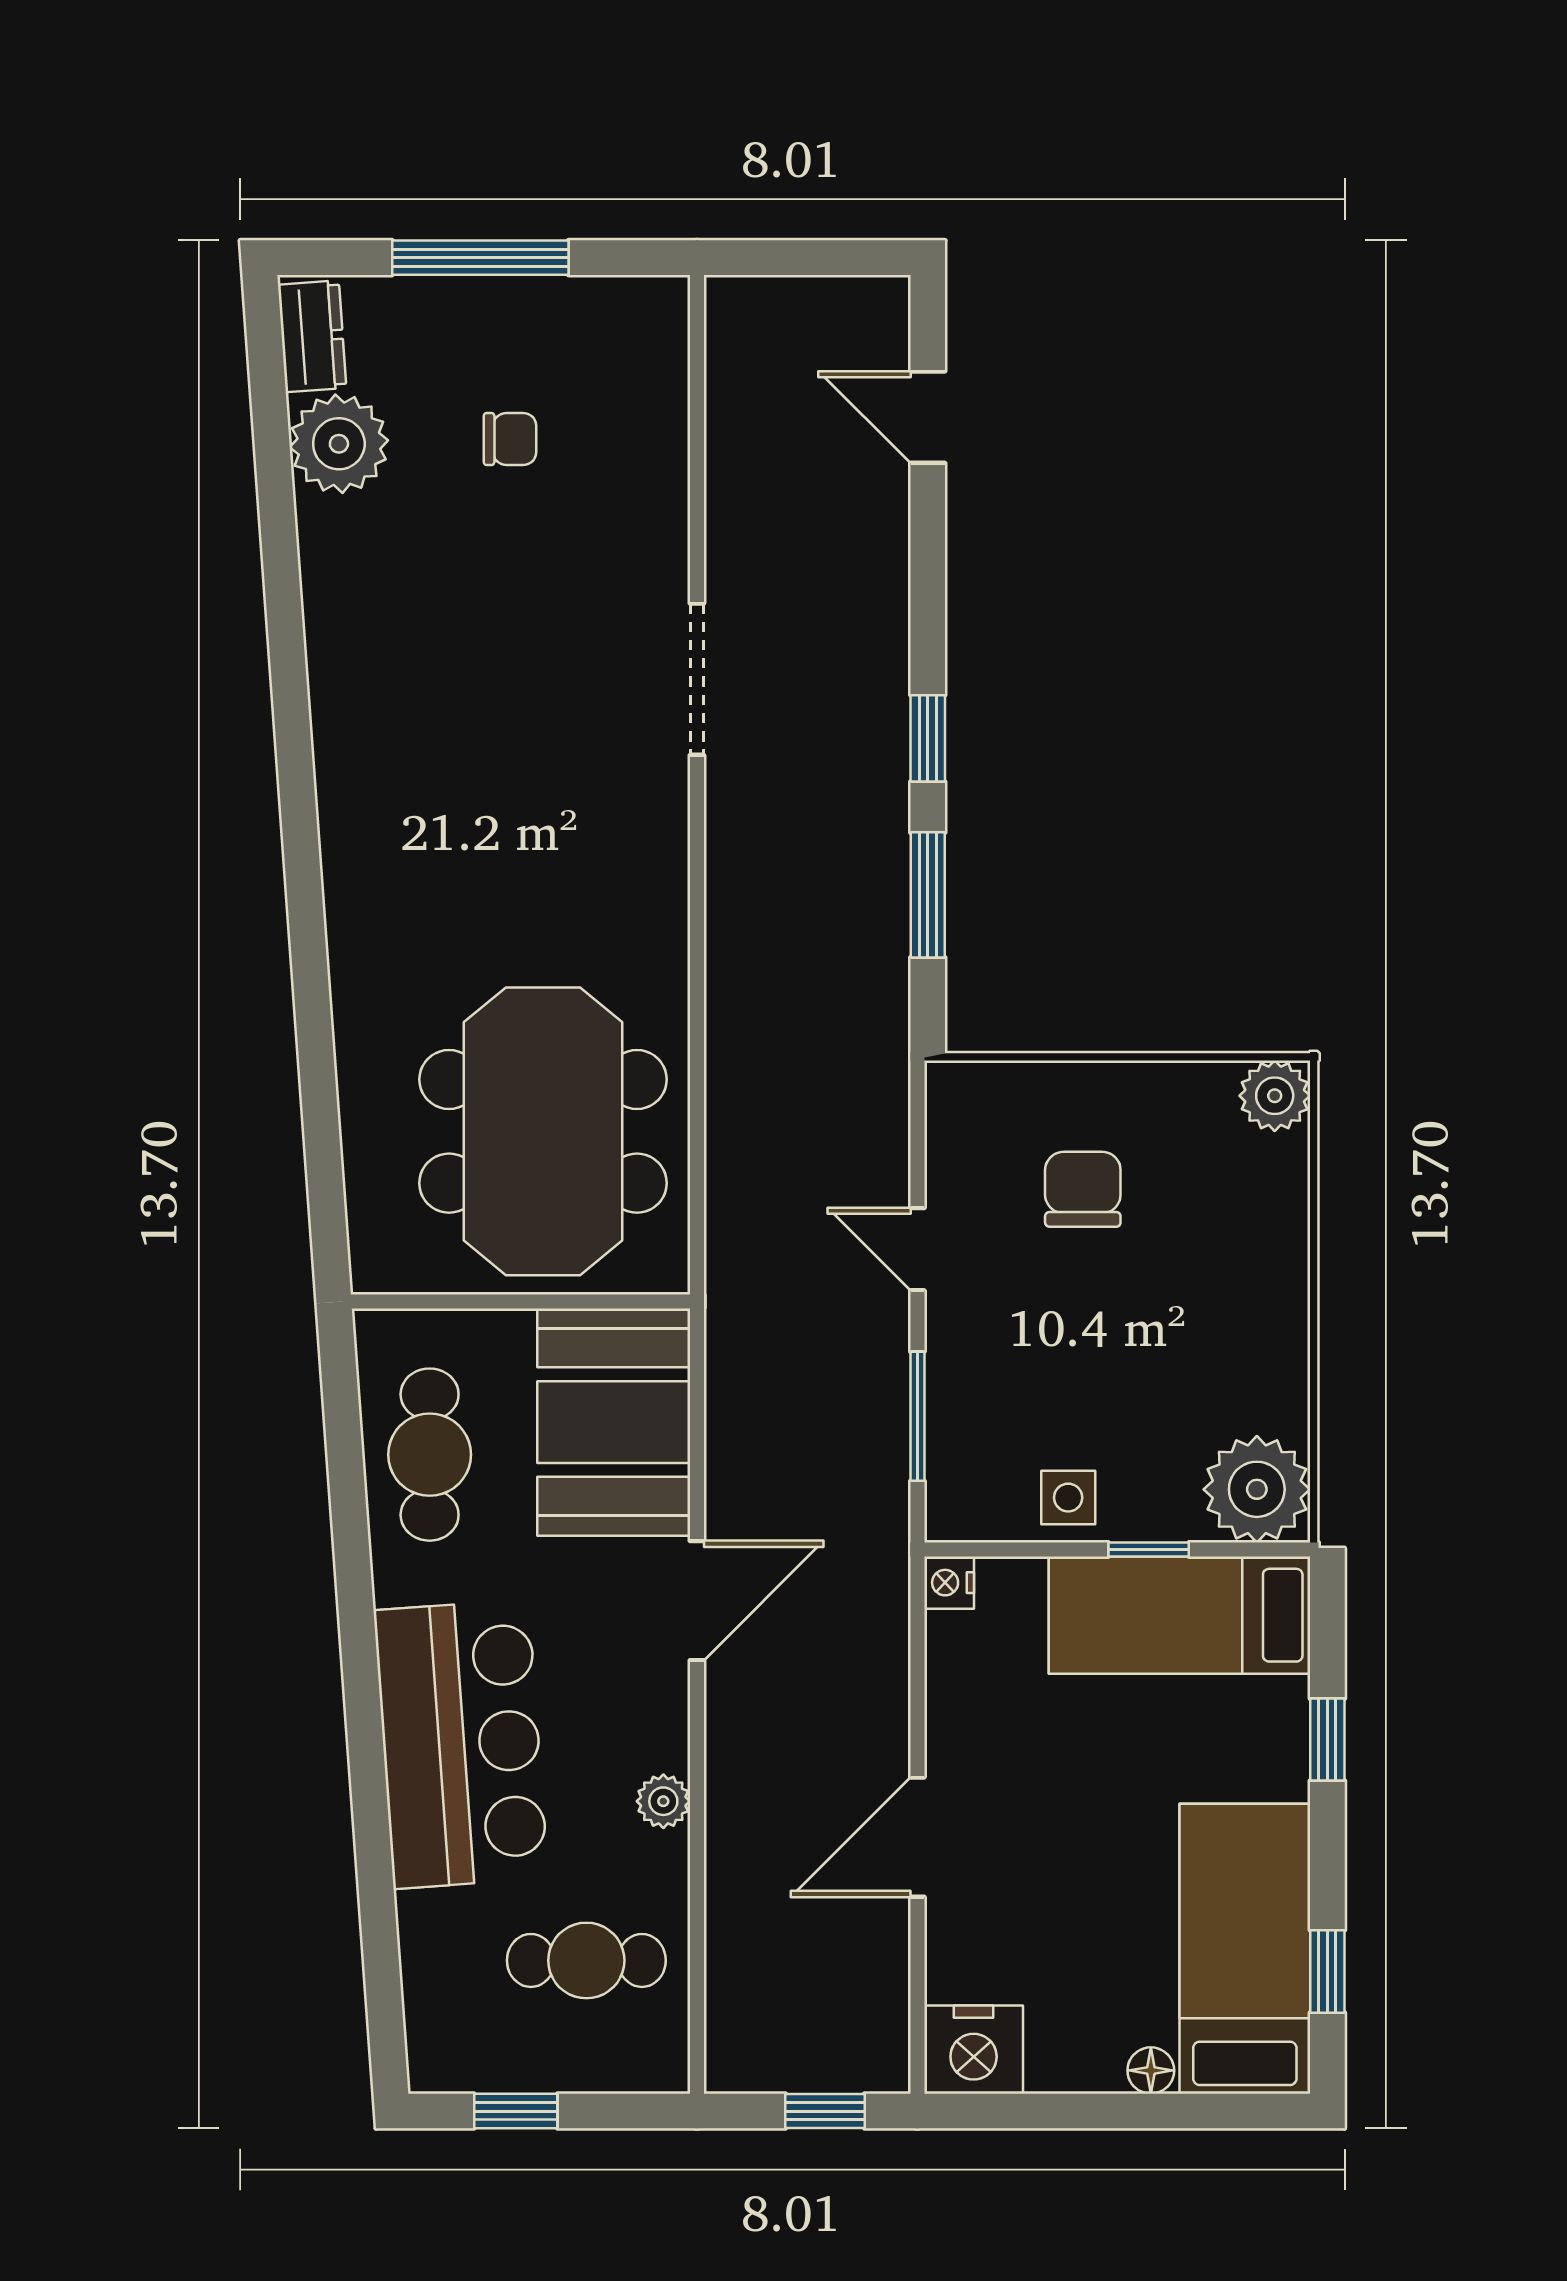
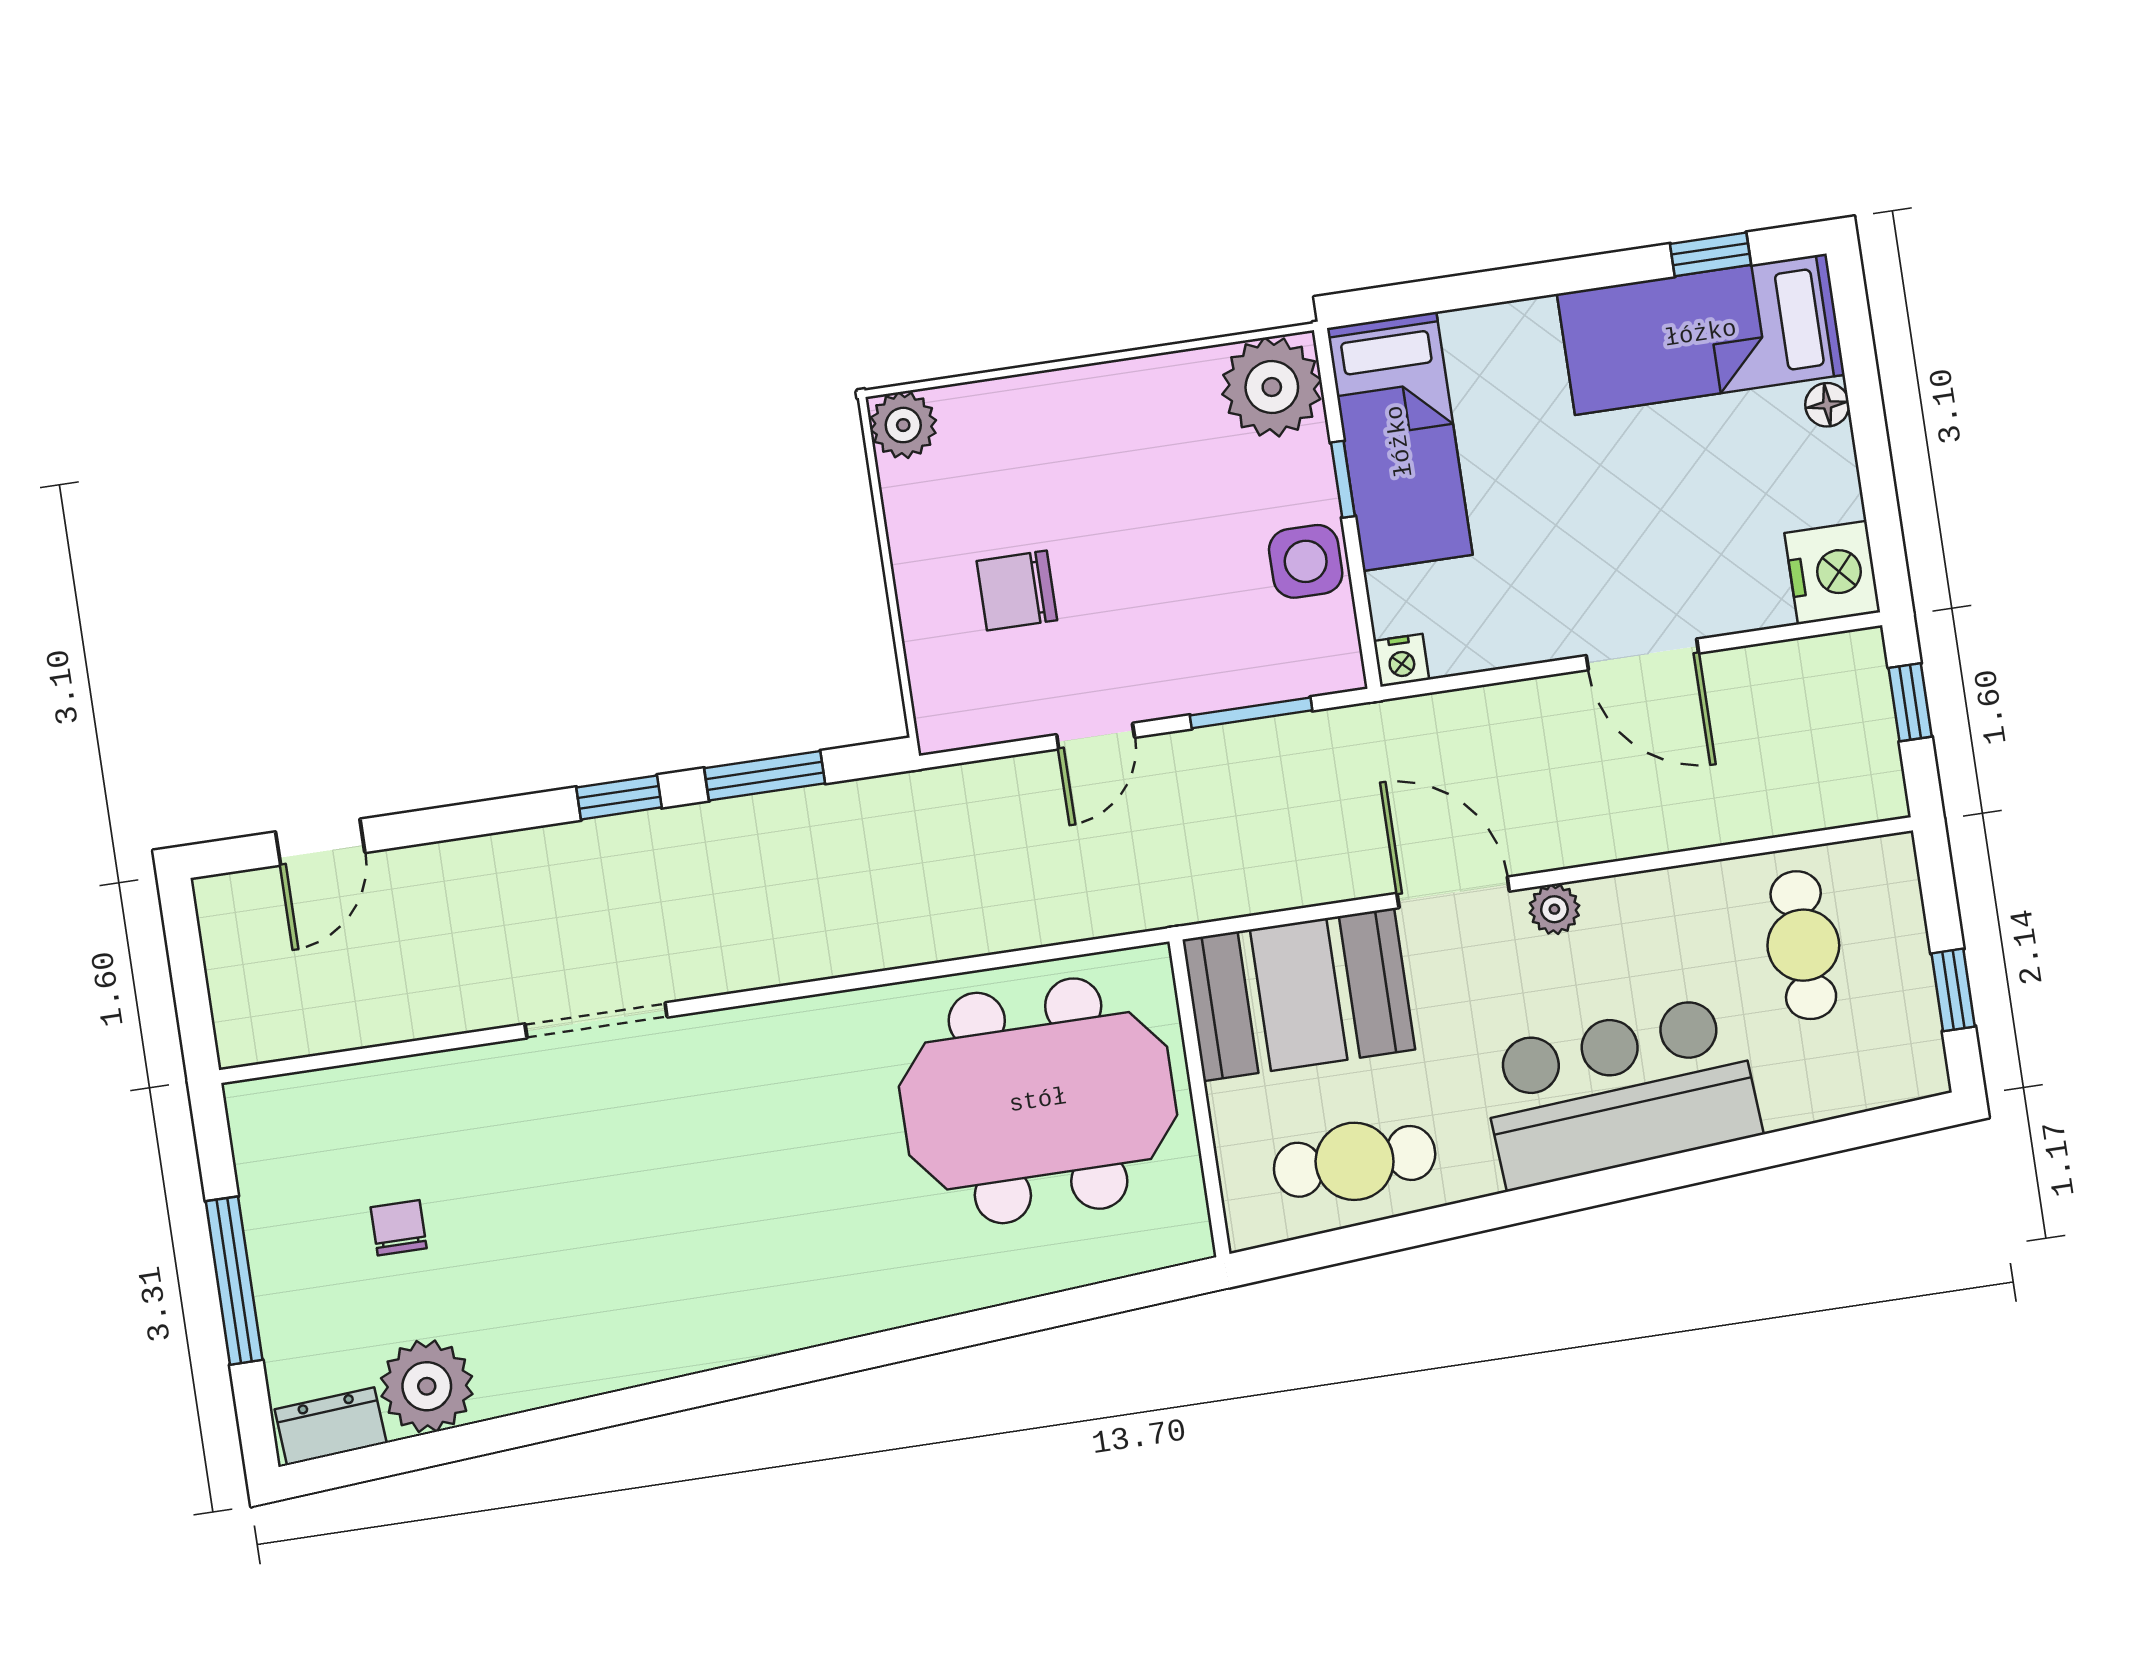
side table: (1068, 1498) -> (1306, 561), width x1.37, depth x1.37
window: (1327, 1740) -> (1495, 287), removed
plant: (663, 1801) -> (1554, 909), moved

